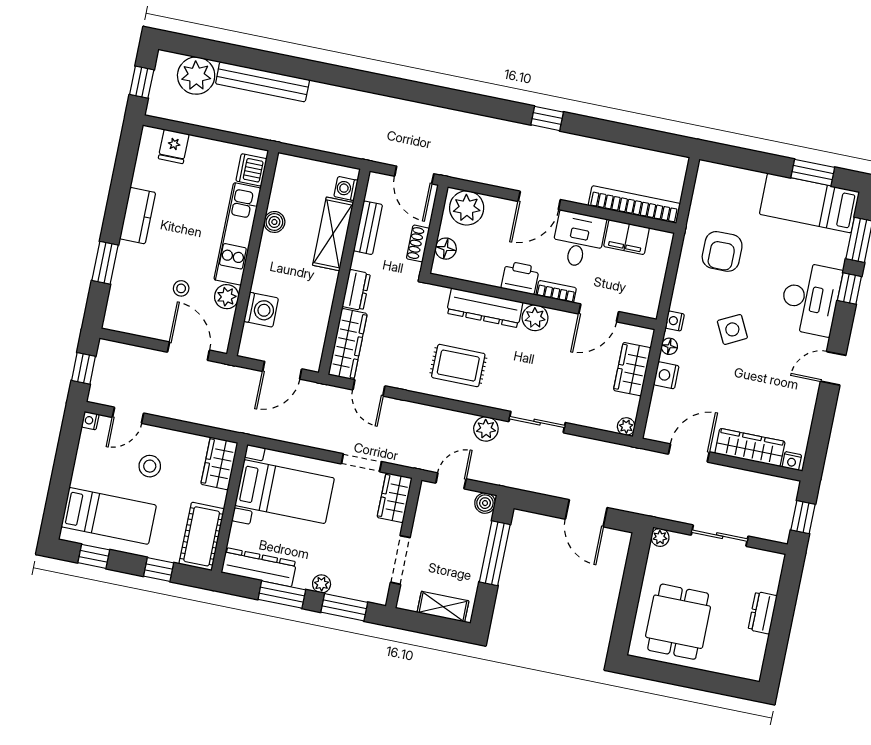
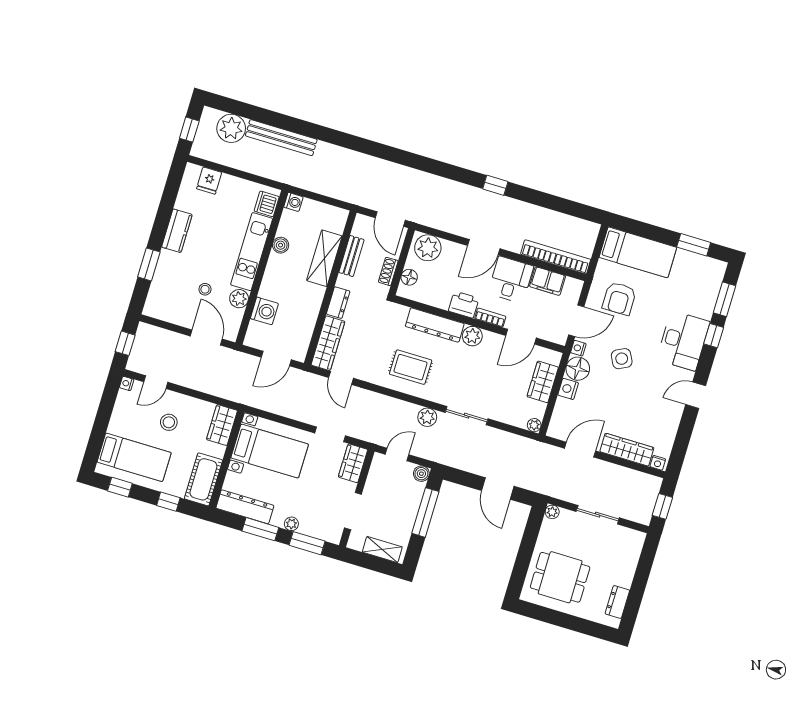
washing machine: (346, 189) -> (293, 202), moved, turned 180
bed: (809, 203) -> (638, 252), moved, turned 180
door: (669, 285) -> (576, 321), added
floor lamp: (669, 346) -> (578, 369), width x1.89, depth x1.89
dresser: (763, 613) -> (617, 602), moved
dining table: (678, 622) -> (560, 577), turned 90

